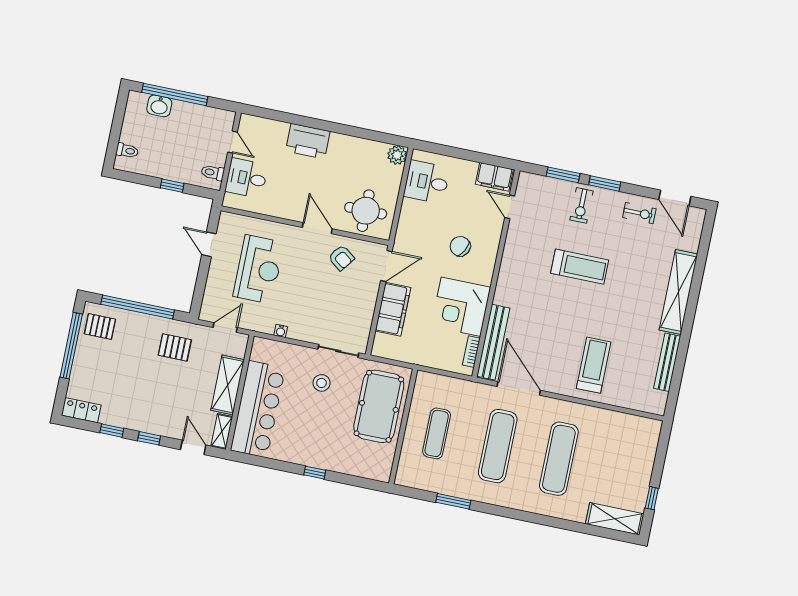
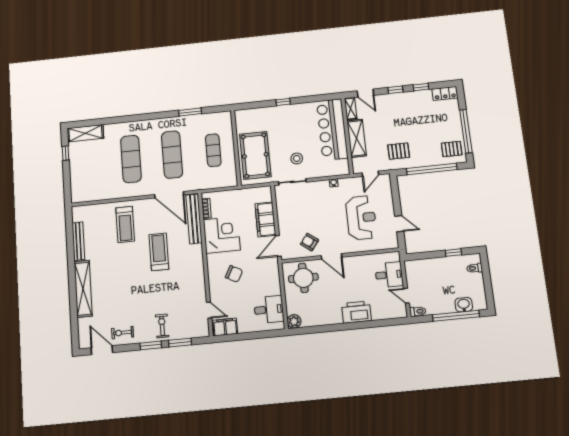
toilet: (213, 173) -> (418, 311), moved
window: (172, 186) -> (453, 253), moved
treadmill: (580, 267) -> (159, 252), moved, turned 90
reception desk: (259, 269) -> (361, 218), turned 180

